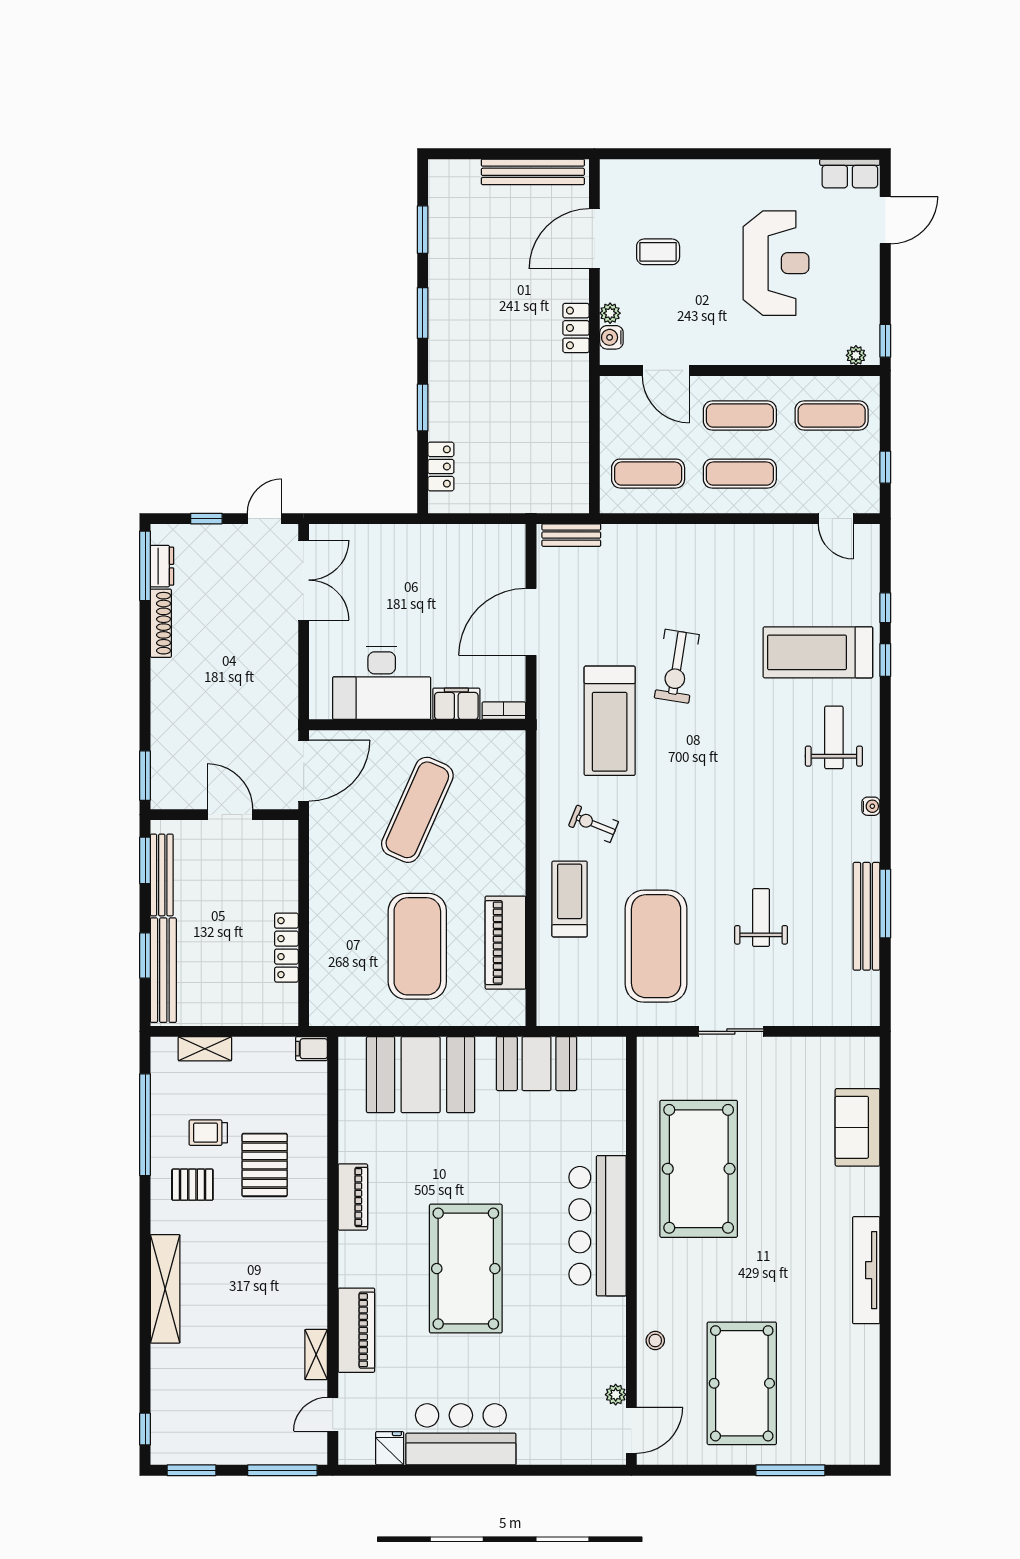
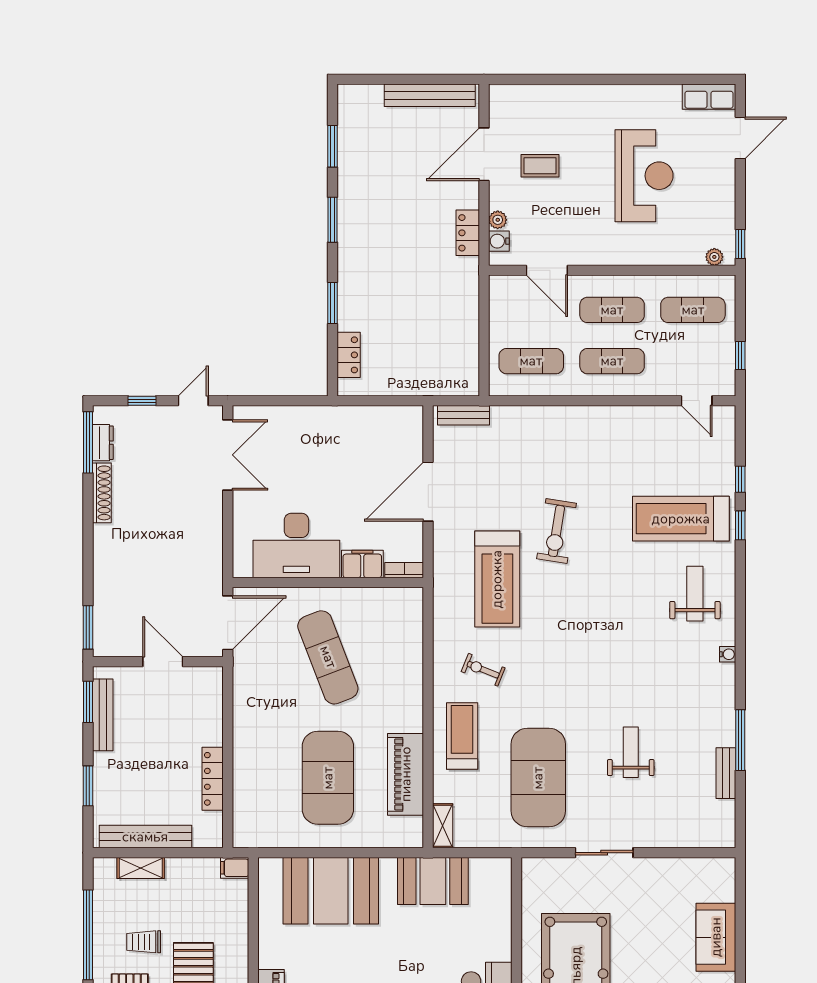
exercise mat: (417, 810) -> (328, 657), turned -45
bench: (867, 916) -> (726, 773), width x0.54, depth x0.82
bench: (163, 970) -> (145, 837), moved, turned 90
shelving: (548, 1001) -> (443, 826), added

